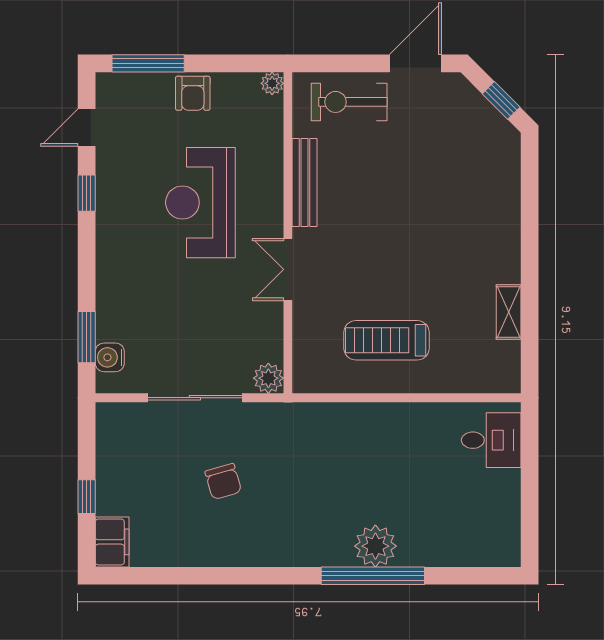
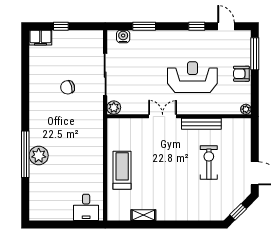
exercise bike: (349, 102) -> (209, 163), moved
window: (87, 337) -> (144, 26), moved
treadmill: (387, 340) -> (122, 170), moved

